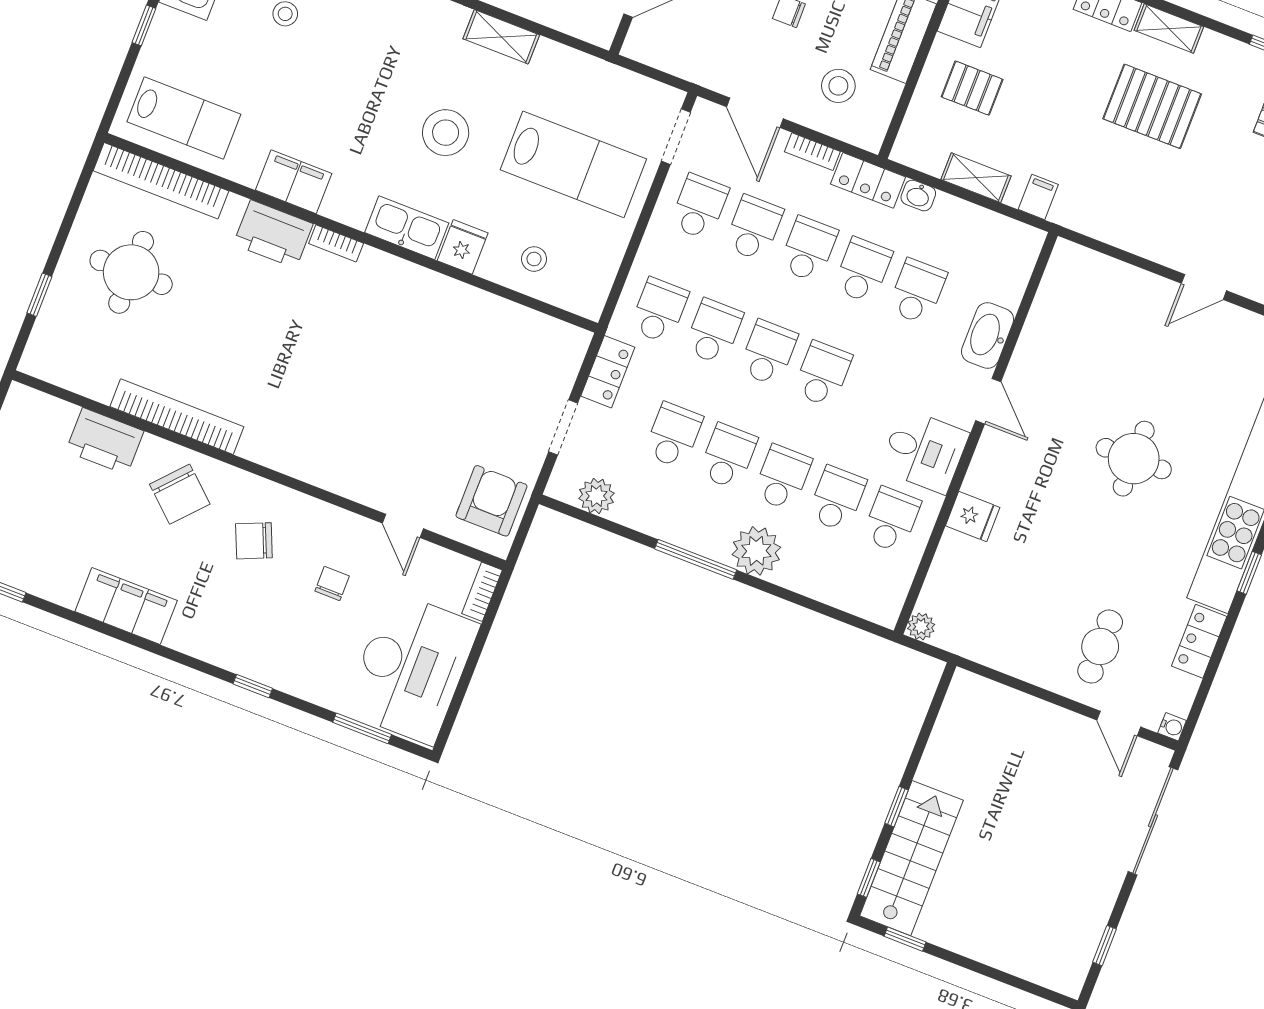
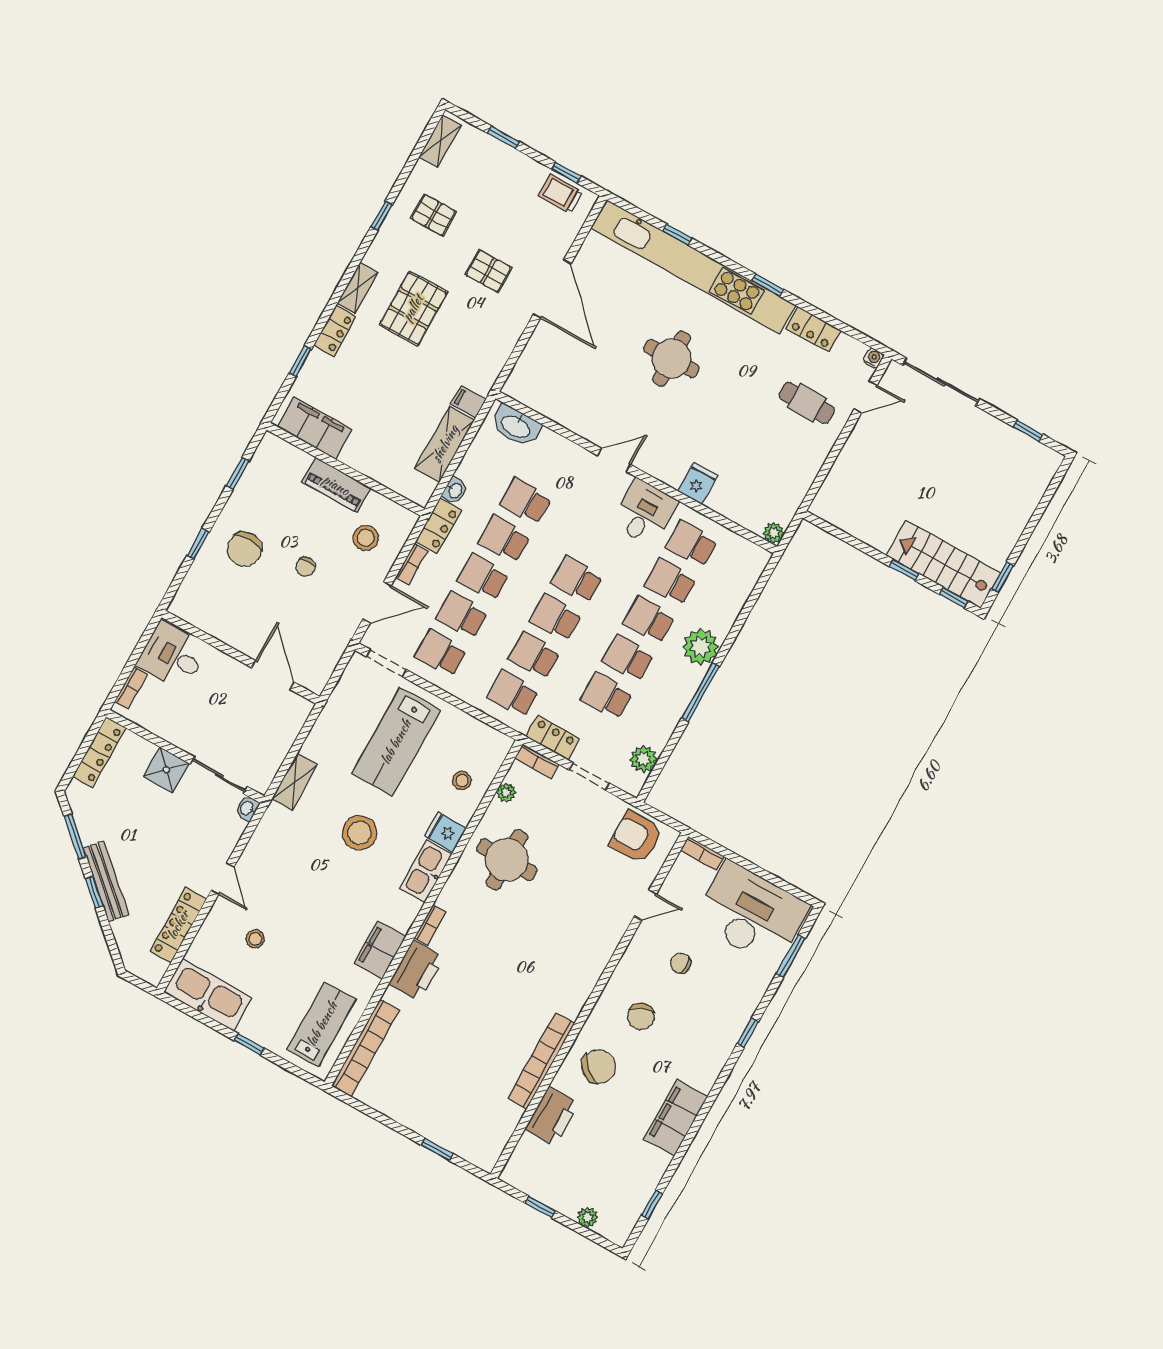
pallet: (972, 88) -> (489, 271), moved, turned 90
lab bench: (573, 164) -> (396, 742), turned 180
shelving: (976, 178) -> (445, 444), width x1.50, depth x1.33
round table: (131, 272) -> (507, 860), moved
door: (1204, 287) -> (552, 289), width x1.88
plant: (526, 320) -> (506, 793), added
washbasin: (988, 335) -> (516, 426), moved
bookcase: (574, 355) -> (537, 761), added

